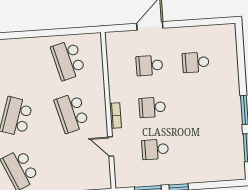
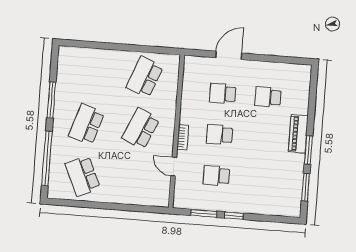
school desk: (68, 60) -> (145, 77), turned 36
piano: (232, 95) -> (298, 134), added
school desk: (72, 113) -> (141, 129), turned 39

